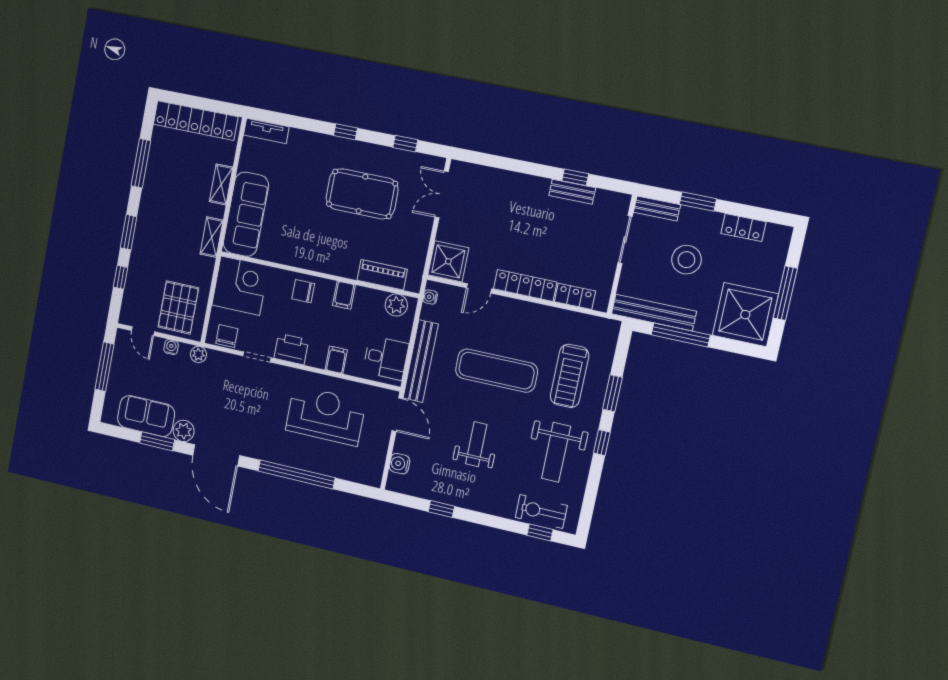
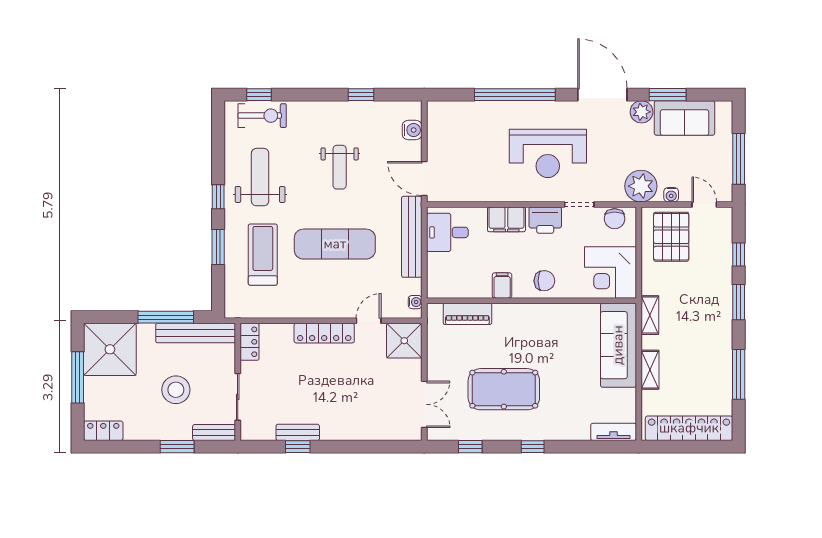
locker: (743, 228) -> (103, 431), moved
locker: (575, 296) -> (250, 342), moved, turned -90
plant: (396, 305) -> (447, 287), removed
plant: (198, 354) -> (641, 186), width x1.88, depth x1.88
filing cabinet: (336, 360) -> (506, 219), width x2.00
reception desk: (326, 416) -> (548, 153), moved

